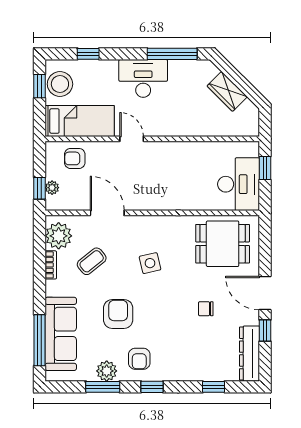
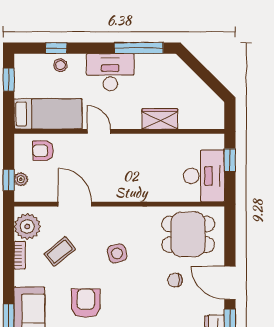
stool: (60, 84) -> (60, 65), moved, width x0.53, depth x0.53
wardrobe: (227, 91) -> (160, 119), moved, turned 135
chair: (206, 309) -> (175, 280), moved

